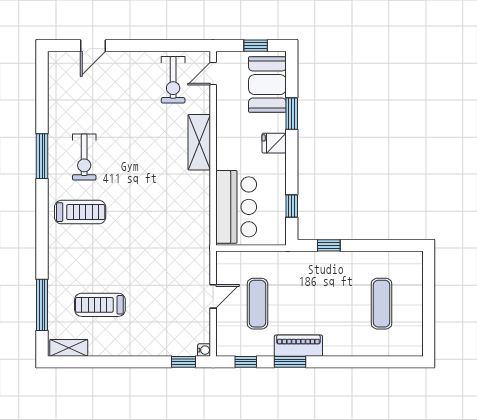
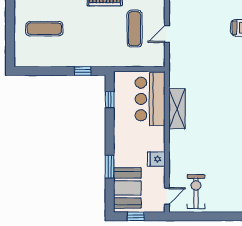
shelving: (199, 142) -> (177, 109), moved
fridge: (274, 143) -> (156, 159), moved, turned 180
exercise mat: (381, 304) -> (44, 29), turned 90

